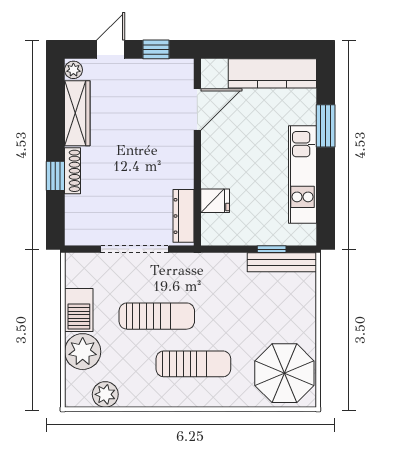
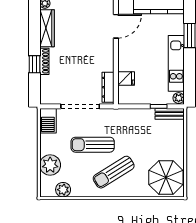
plant: (307, 235) -> (179, 98), added
bench: (282, 262) -> (170, 114), width x0.73
barbecue: (79, 310) -> (48, 121), moved
sun lounger: (157, 316) -> (93, 145), turned 180
sun lounger: (193, 364) -> (114, 172), turned 148

